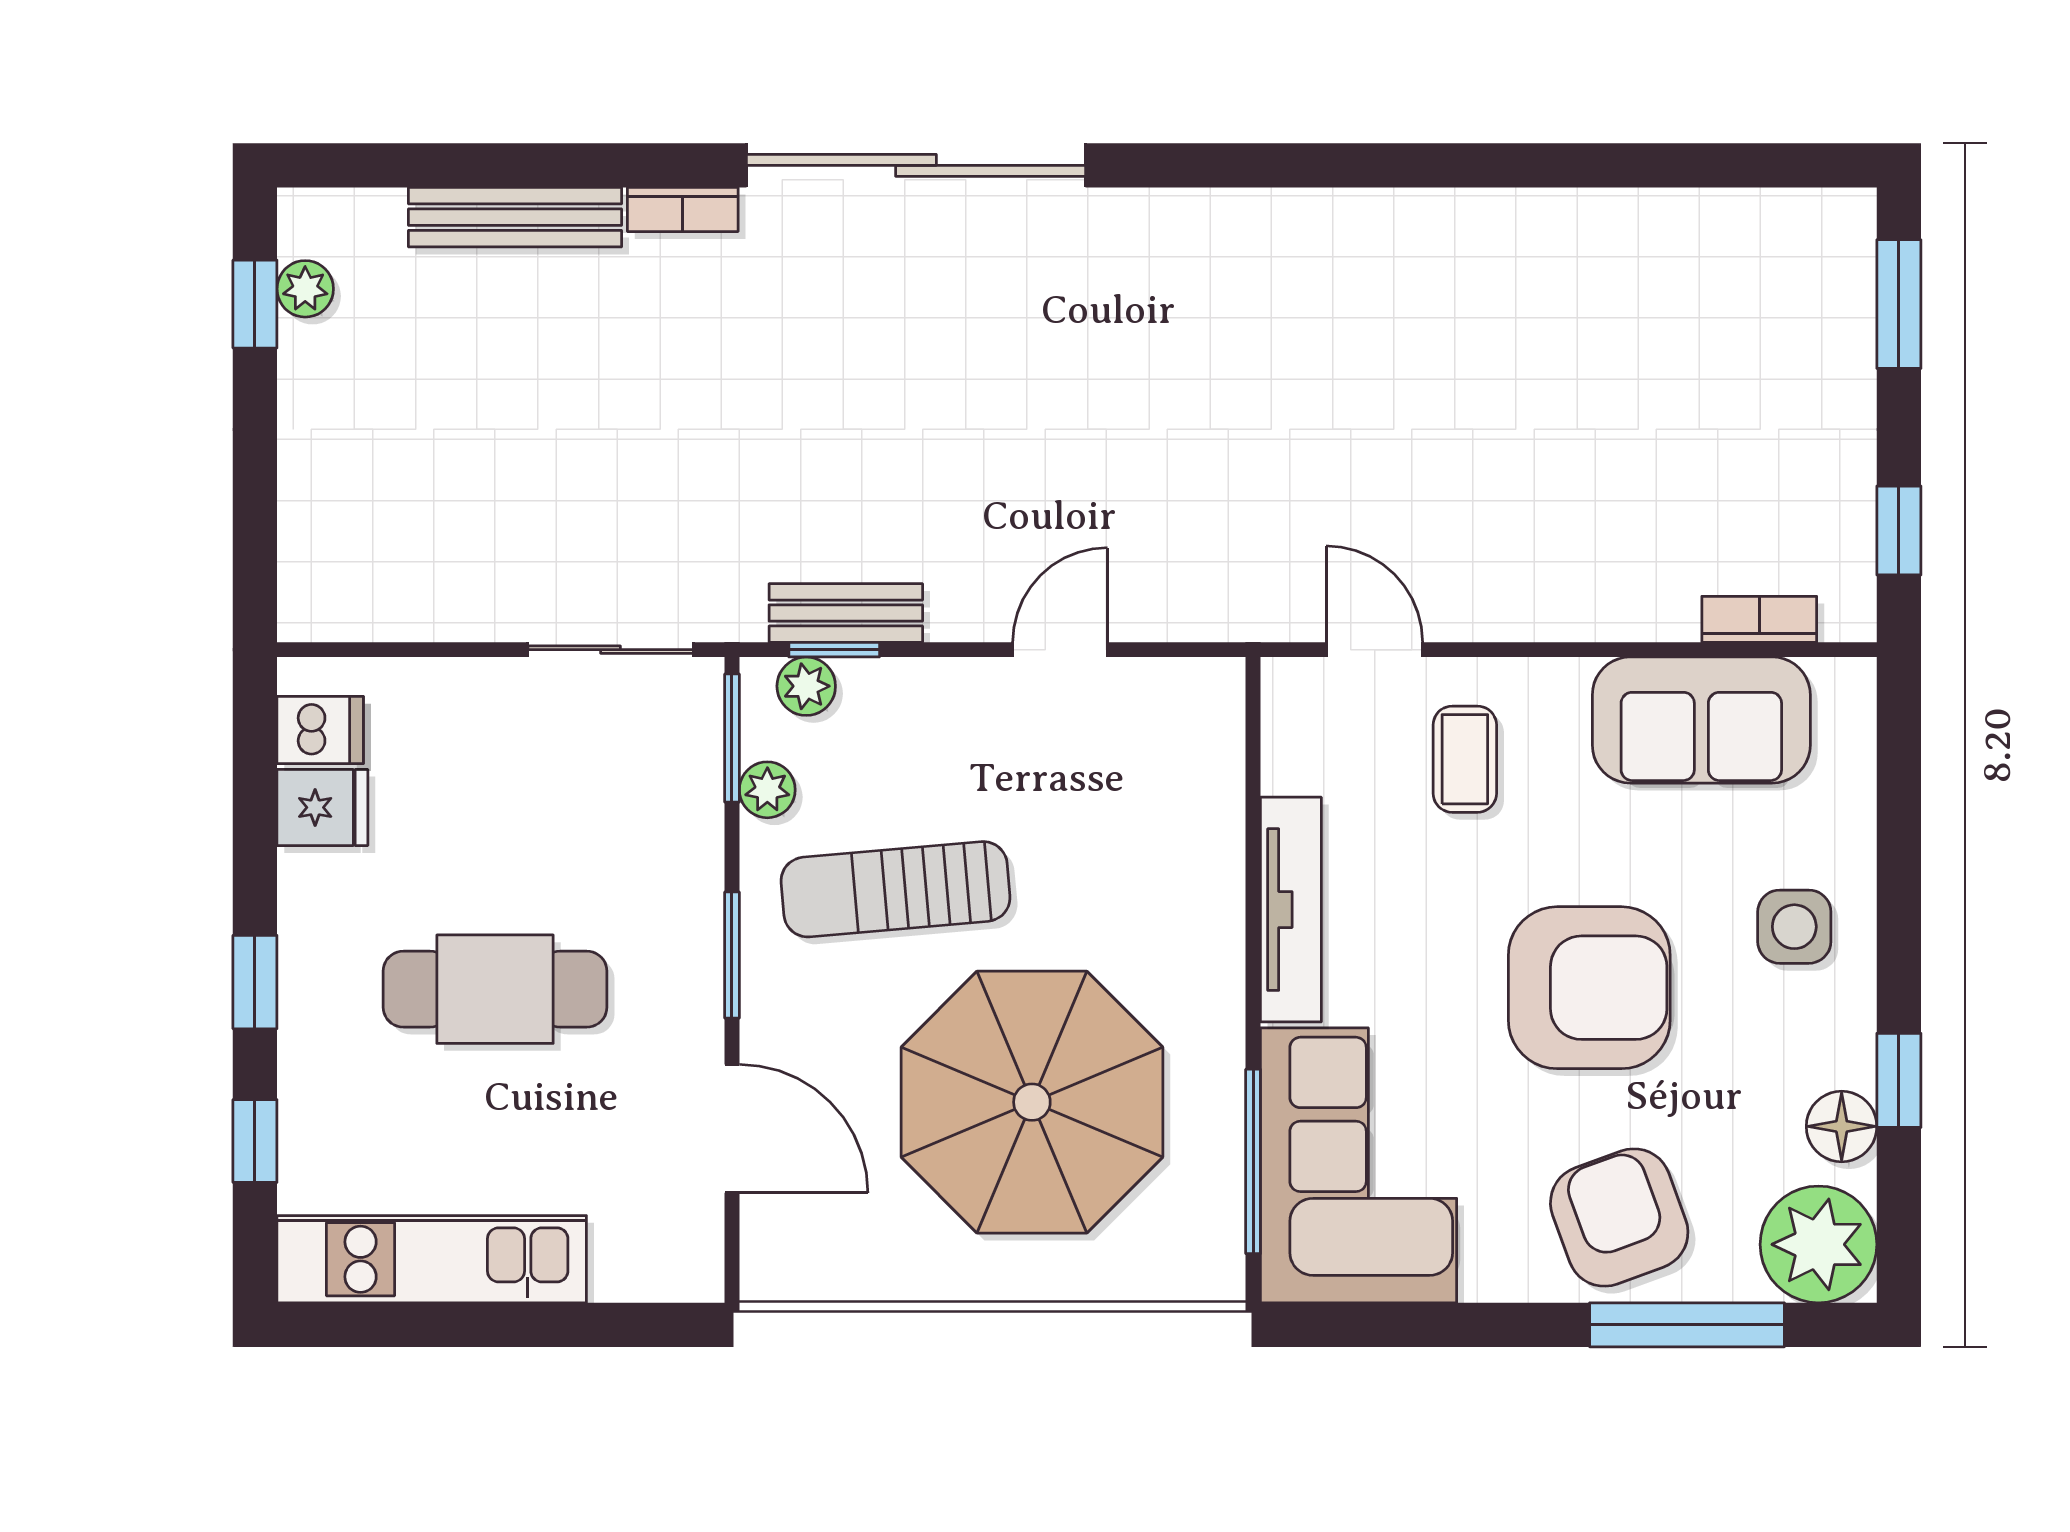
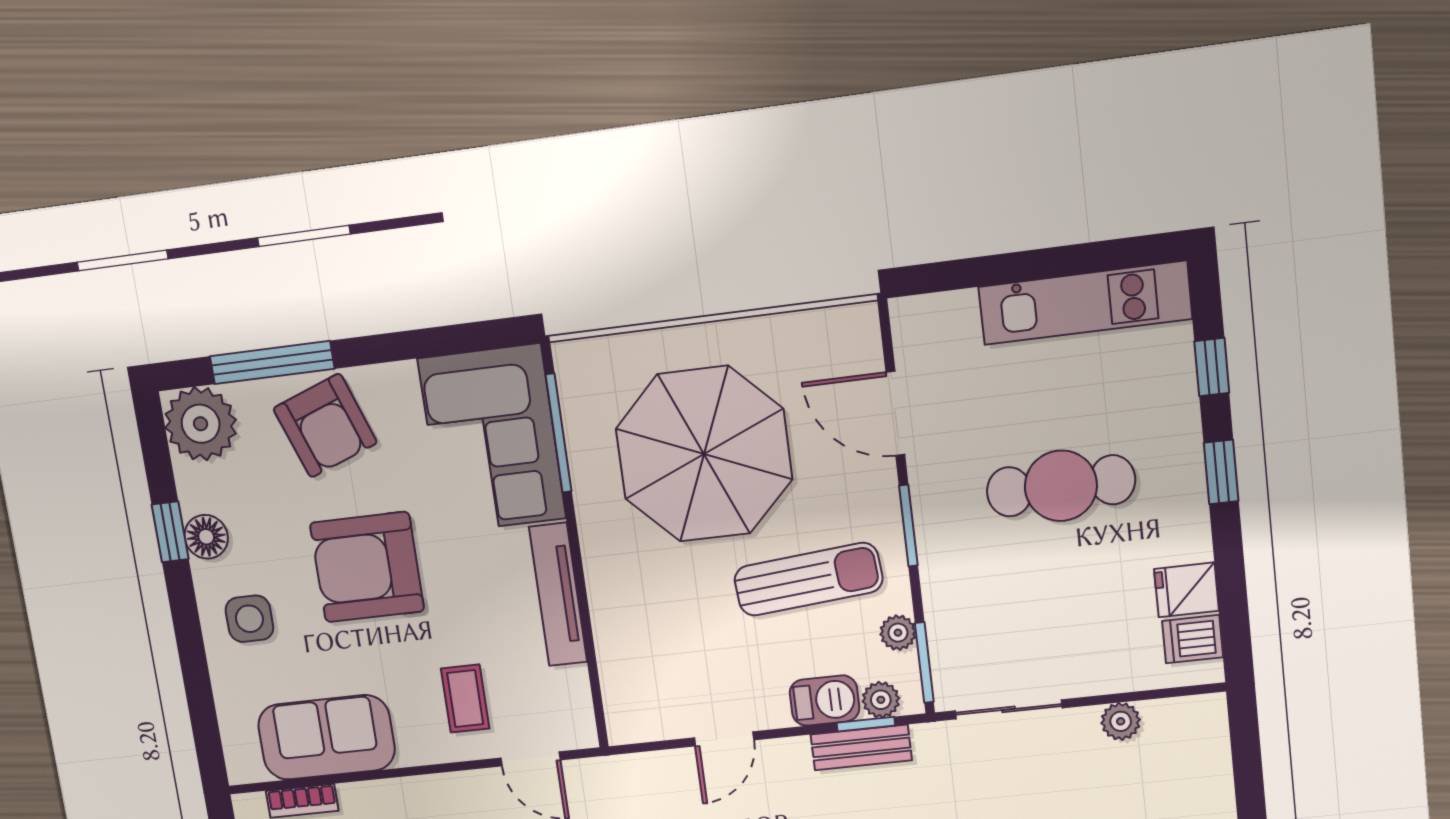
plant: (441, 612) -> (1121, 721), added
barbecue: (894, 695) -> (824, 701), added
floor lamp: (1842, 1126) -> (206, 537), moved

